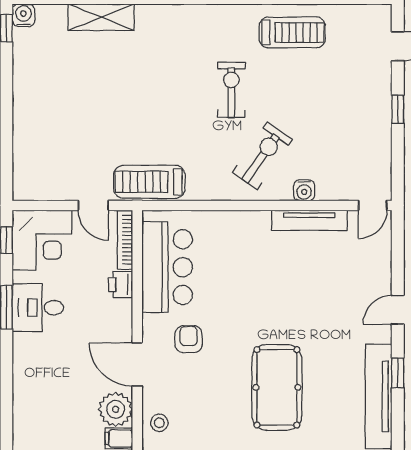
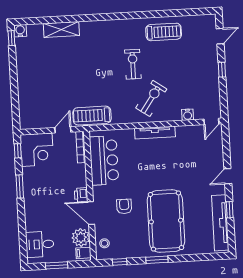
water cooler: (304, 190) -> (188, 115), moved
door: (93, 205) -> (63, 130), swing flipped
tv unit: (309, 220) -> (155, 133), moved
printer: (121, 284) -> (81, 195), moved
desk: (38, 308) -> (40, 244), moved
armchair: (189, 339) -> (124, 206), moved
pool table: (277, 387) -> (166, 221), width x1.36, depth x1.32

